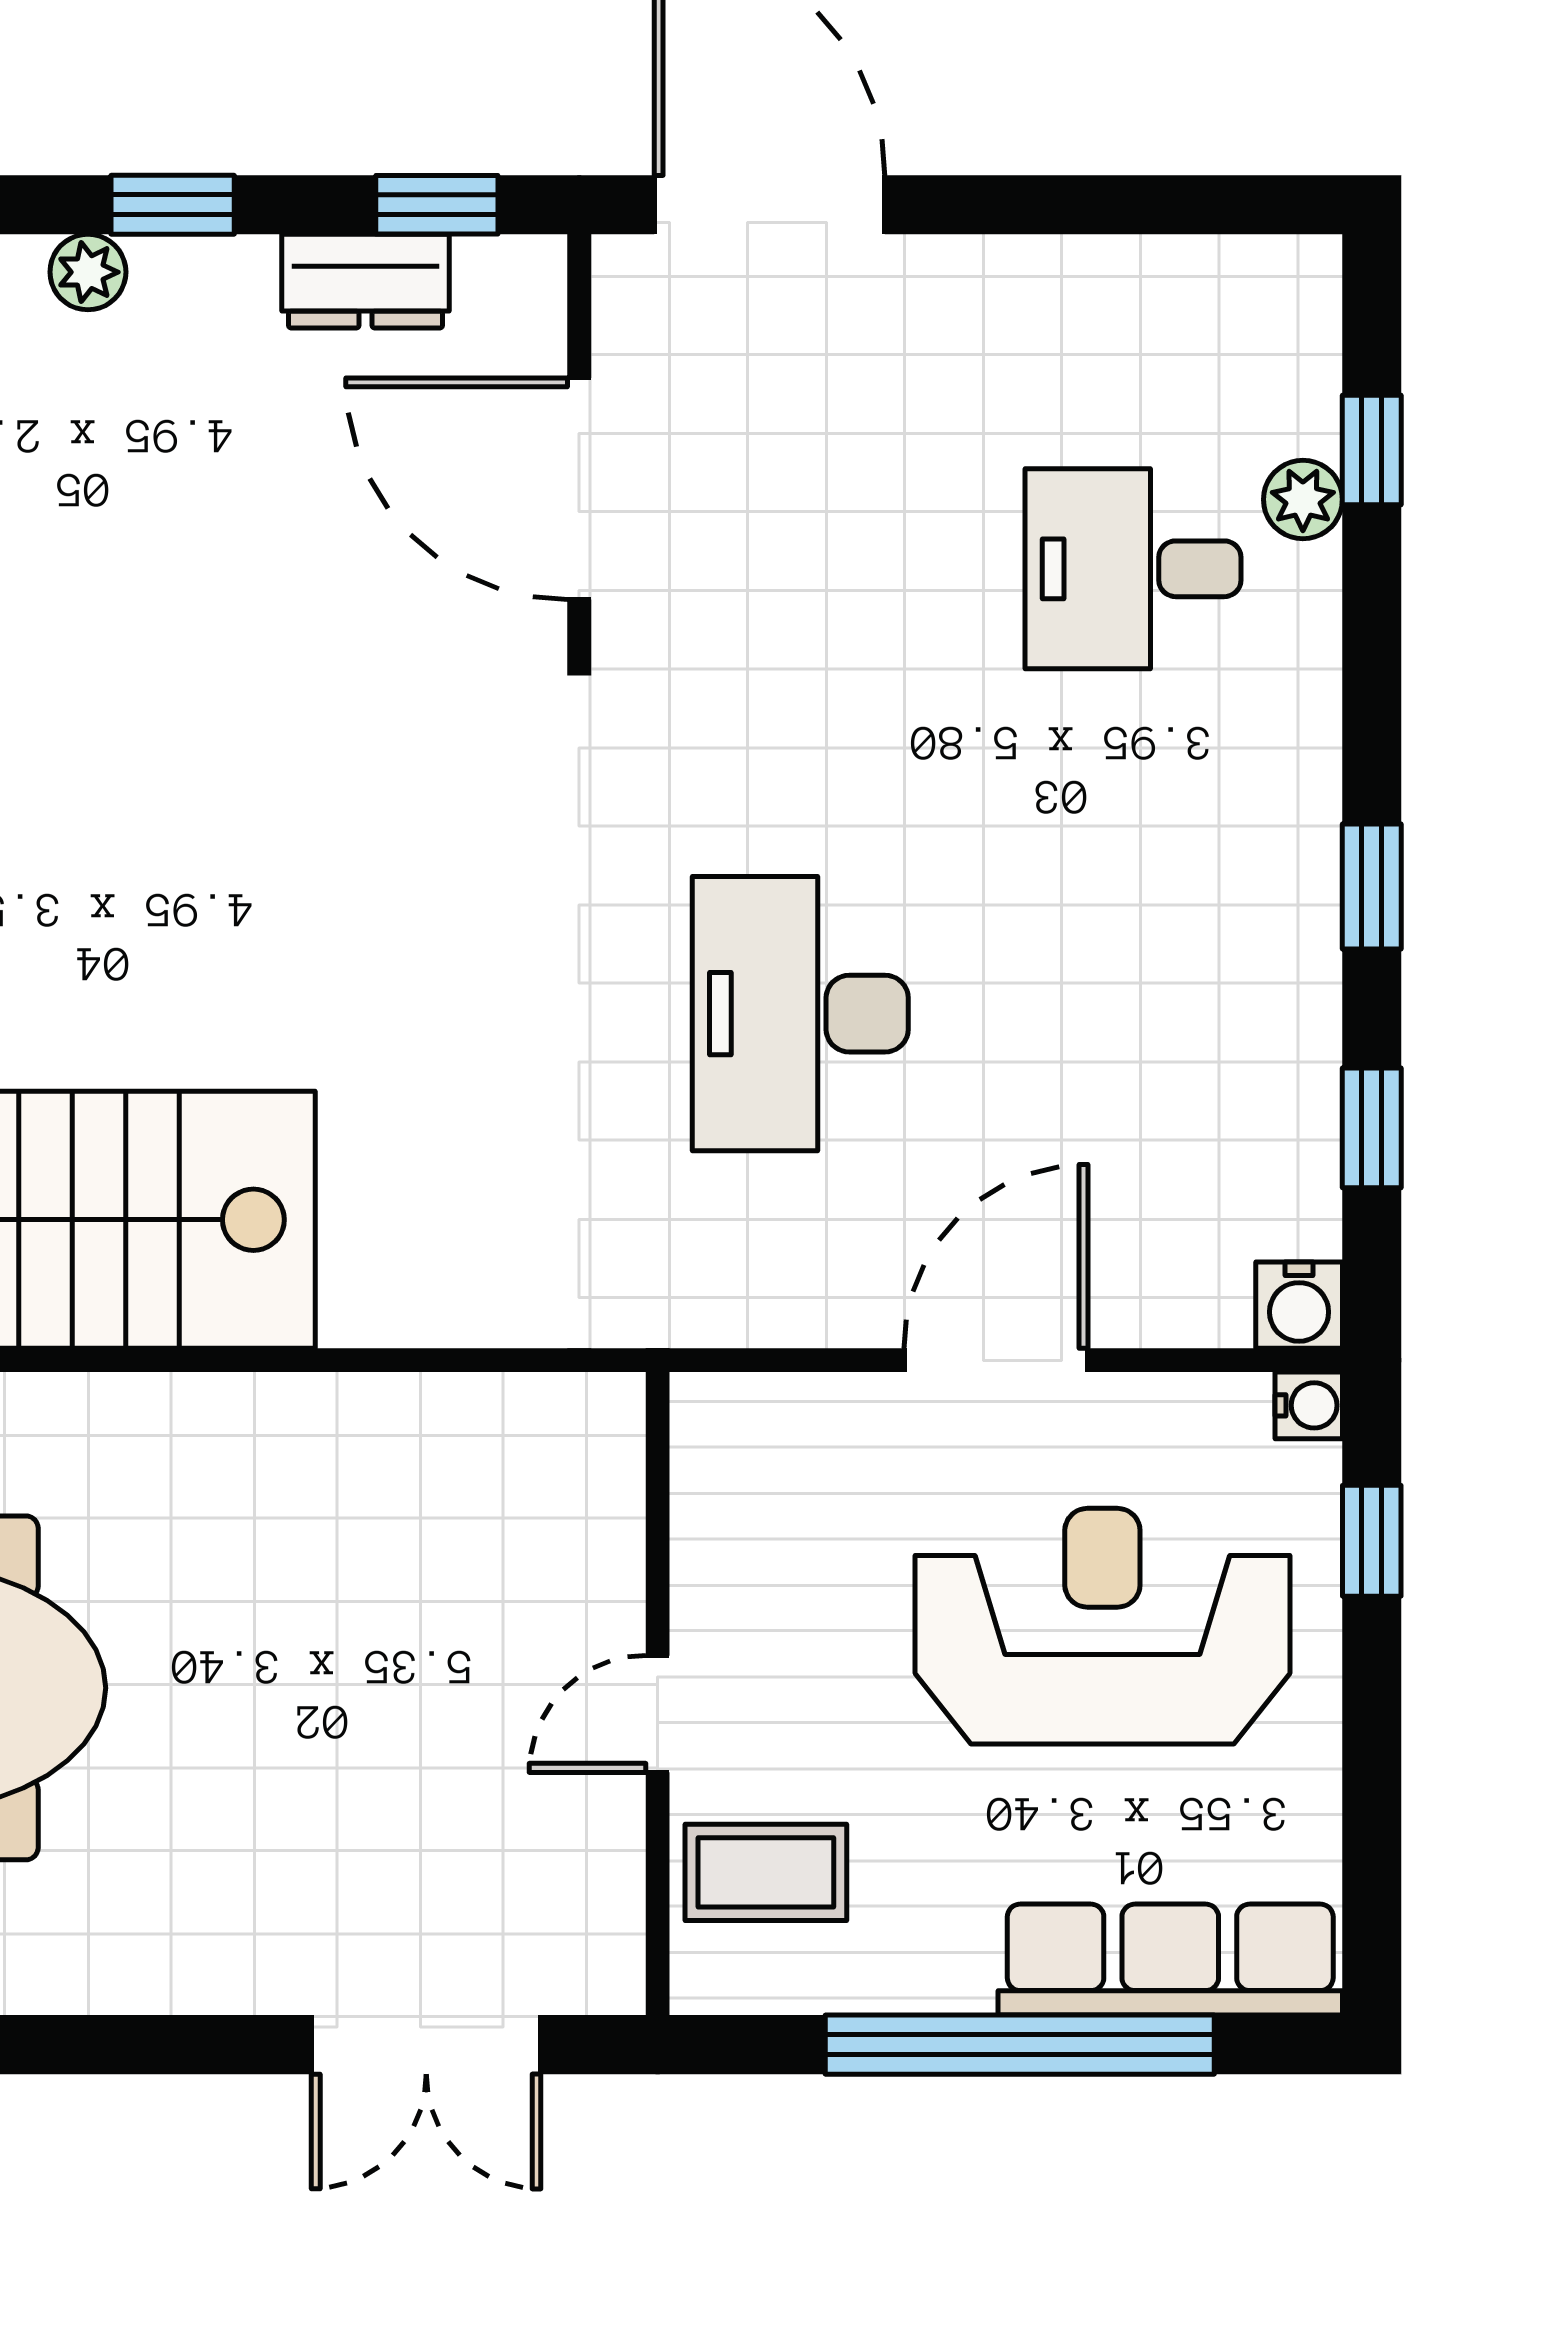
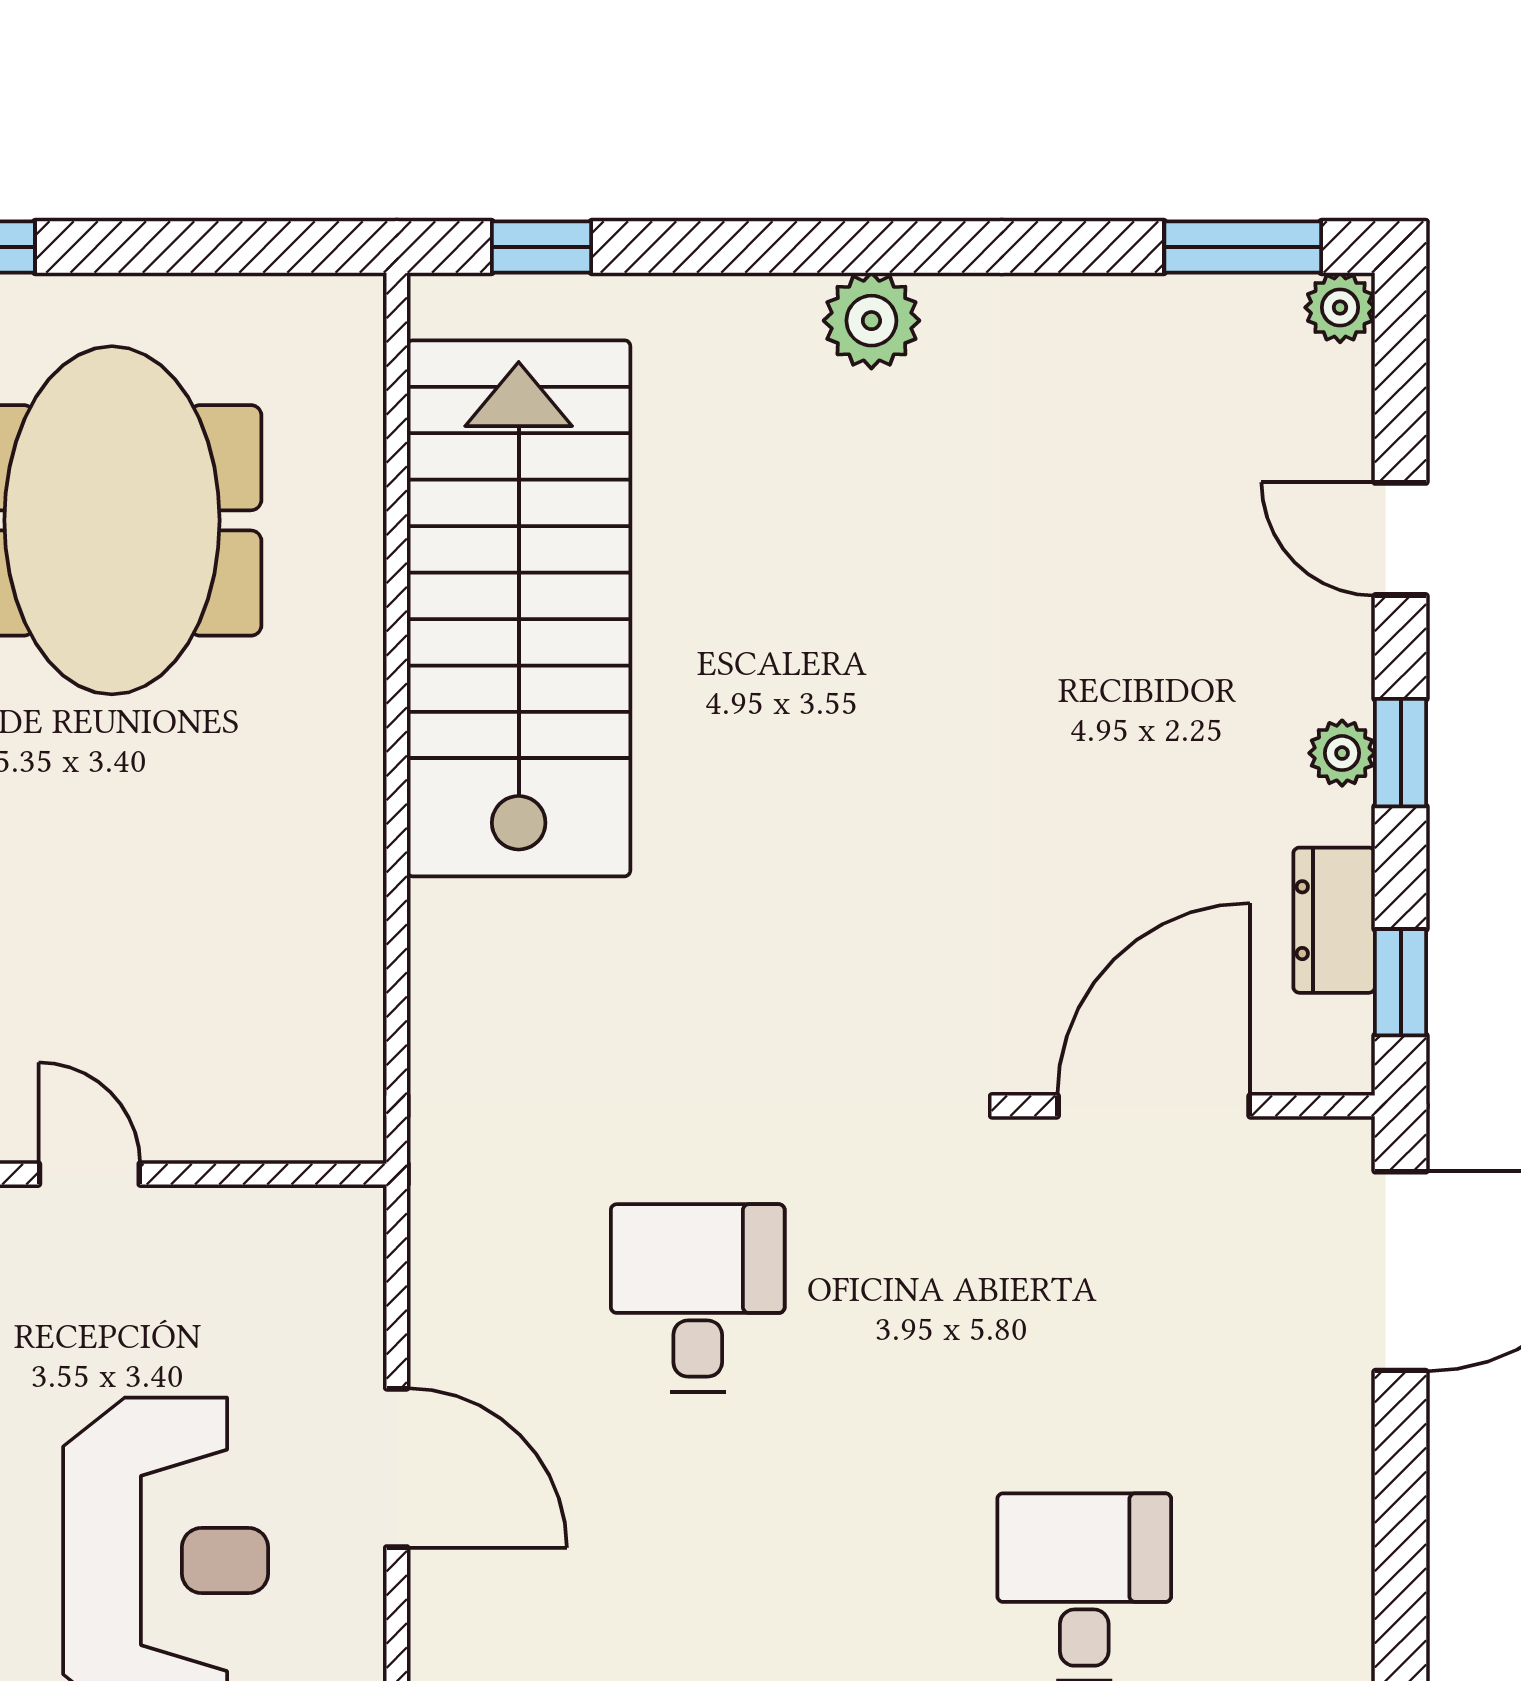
plant: (88, 272) -> (1342, 753), moved
desk: (800, 1014) -> (698, 1298), width x0.73

